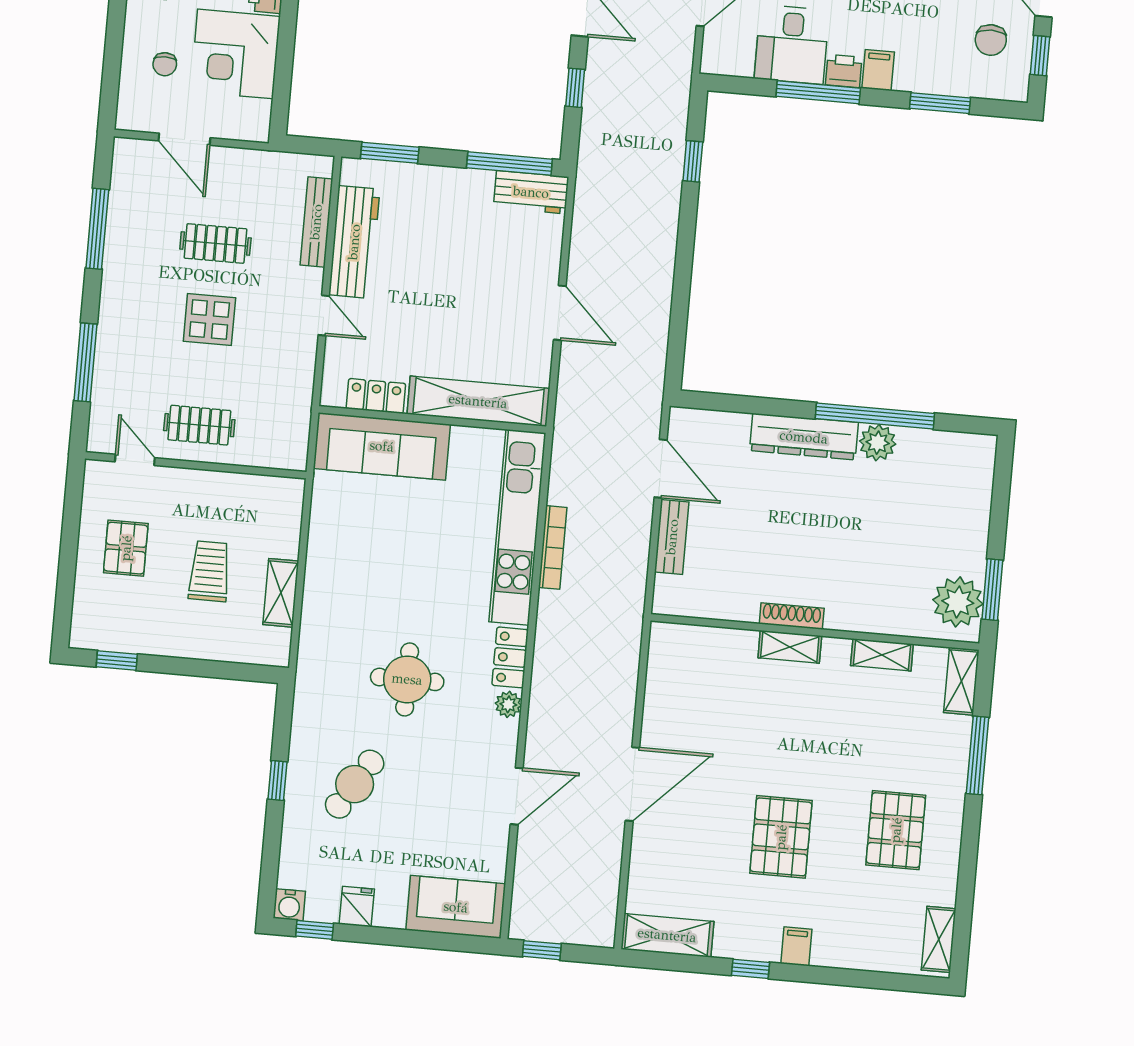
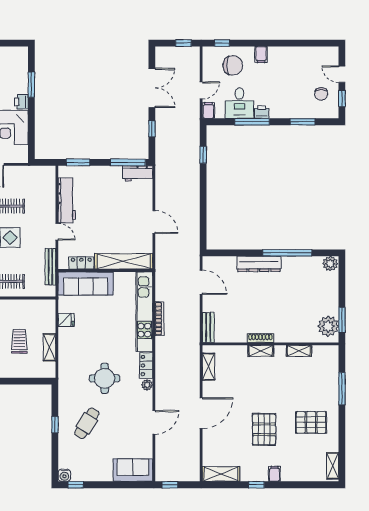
filing cabinet: (878, 70) -> (208, 110), moved
bench: (316, 222) -> (50, 267), moved
plant: (878, 443) -> (330, 264), moved
bench: (672, 537) -> (208, 327), moved
shelving: (961, 681) -> (208, 367), moved
pallet: (896, 830) -> (311, 422), turned 90
fridge: (357, 907) -> (66, 320), moved, turned 90

